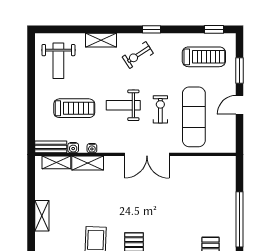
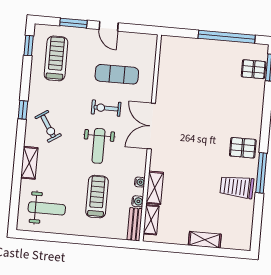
exercise mat: (194, 117) -> (117, 74), width x0.73, depth x0.69
double door: (147, 154) -> (151, 126), swing flipped

